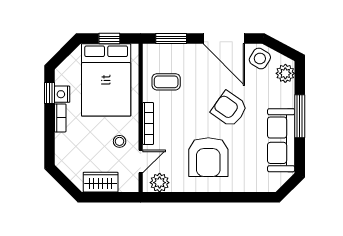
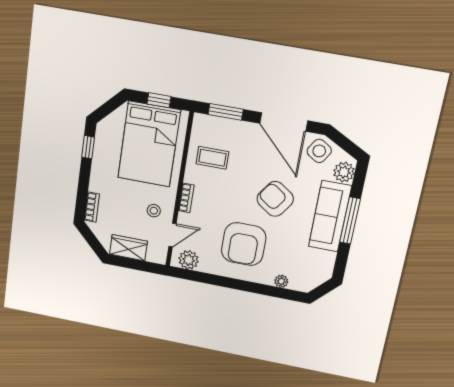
nightstand: (62, 94) -> (101, 151), removed
bookcase: (60, 118) -> (92, 207), moved
bookcase: (148, 123) -> (186, 198), width x0.64
sofa: (281, 140) -> (330, 216), moved
plant: (249, 186) -> (281, 281), added

